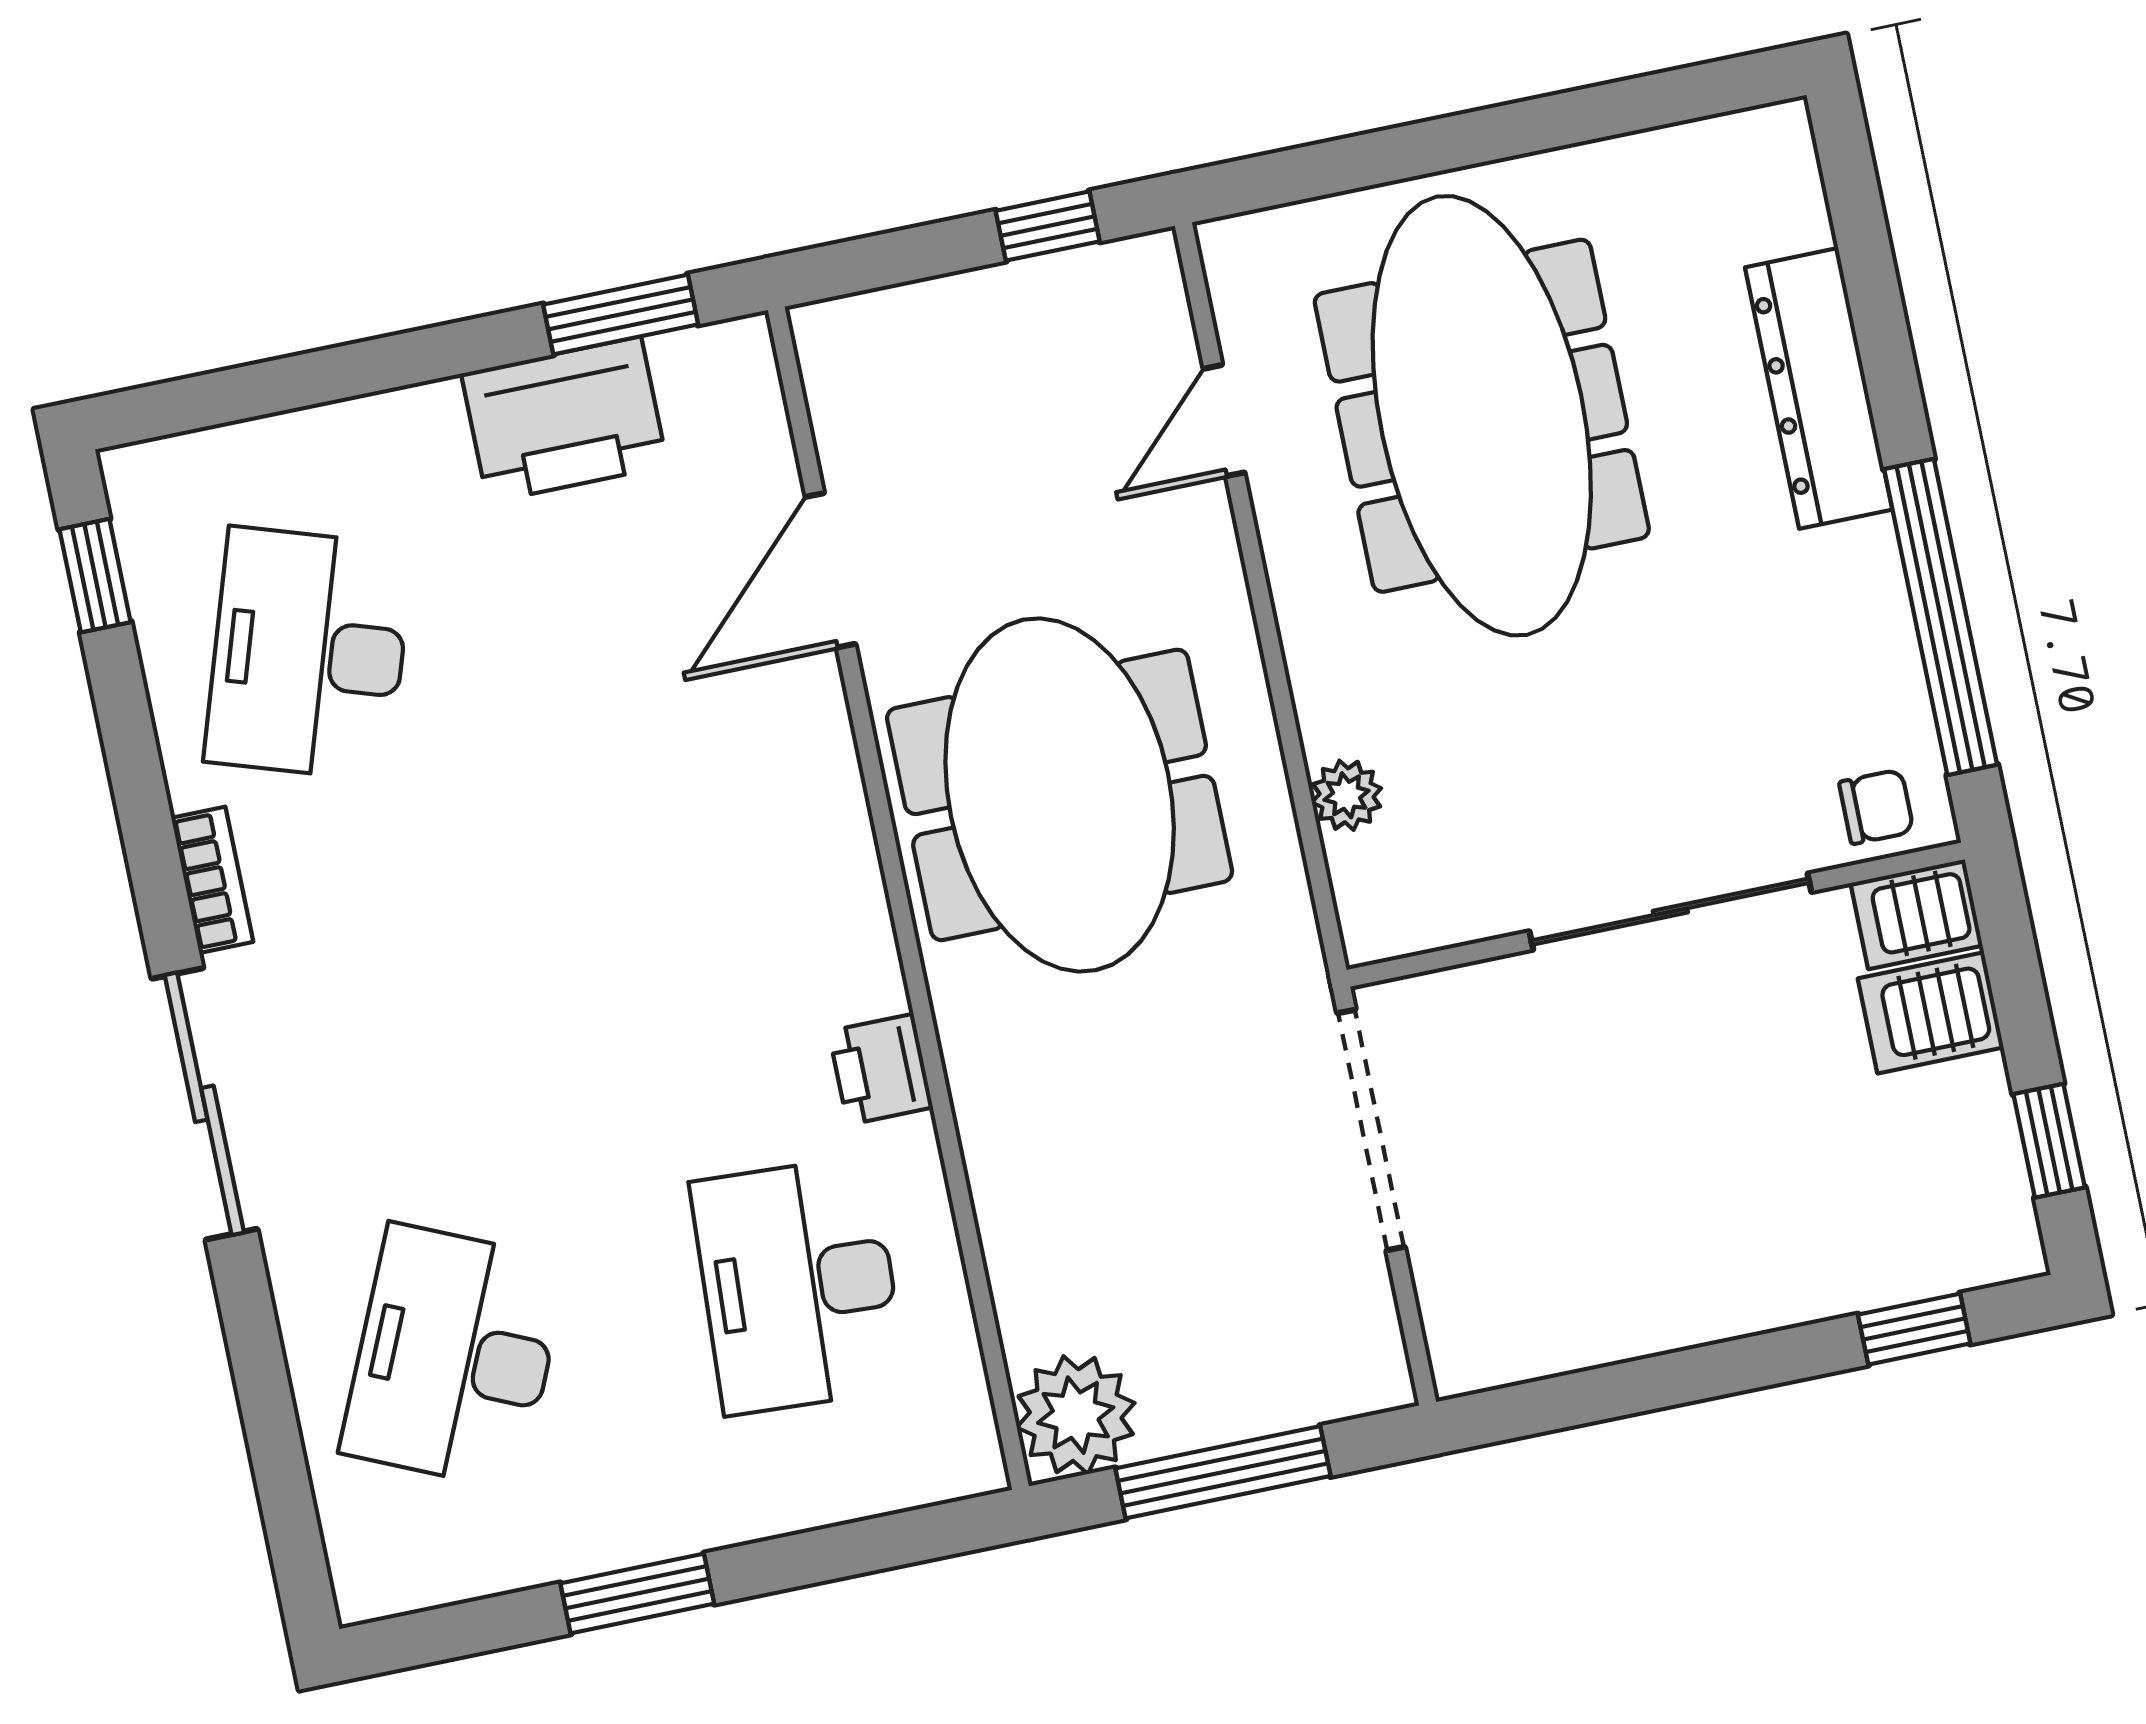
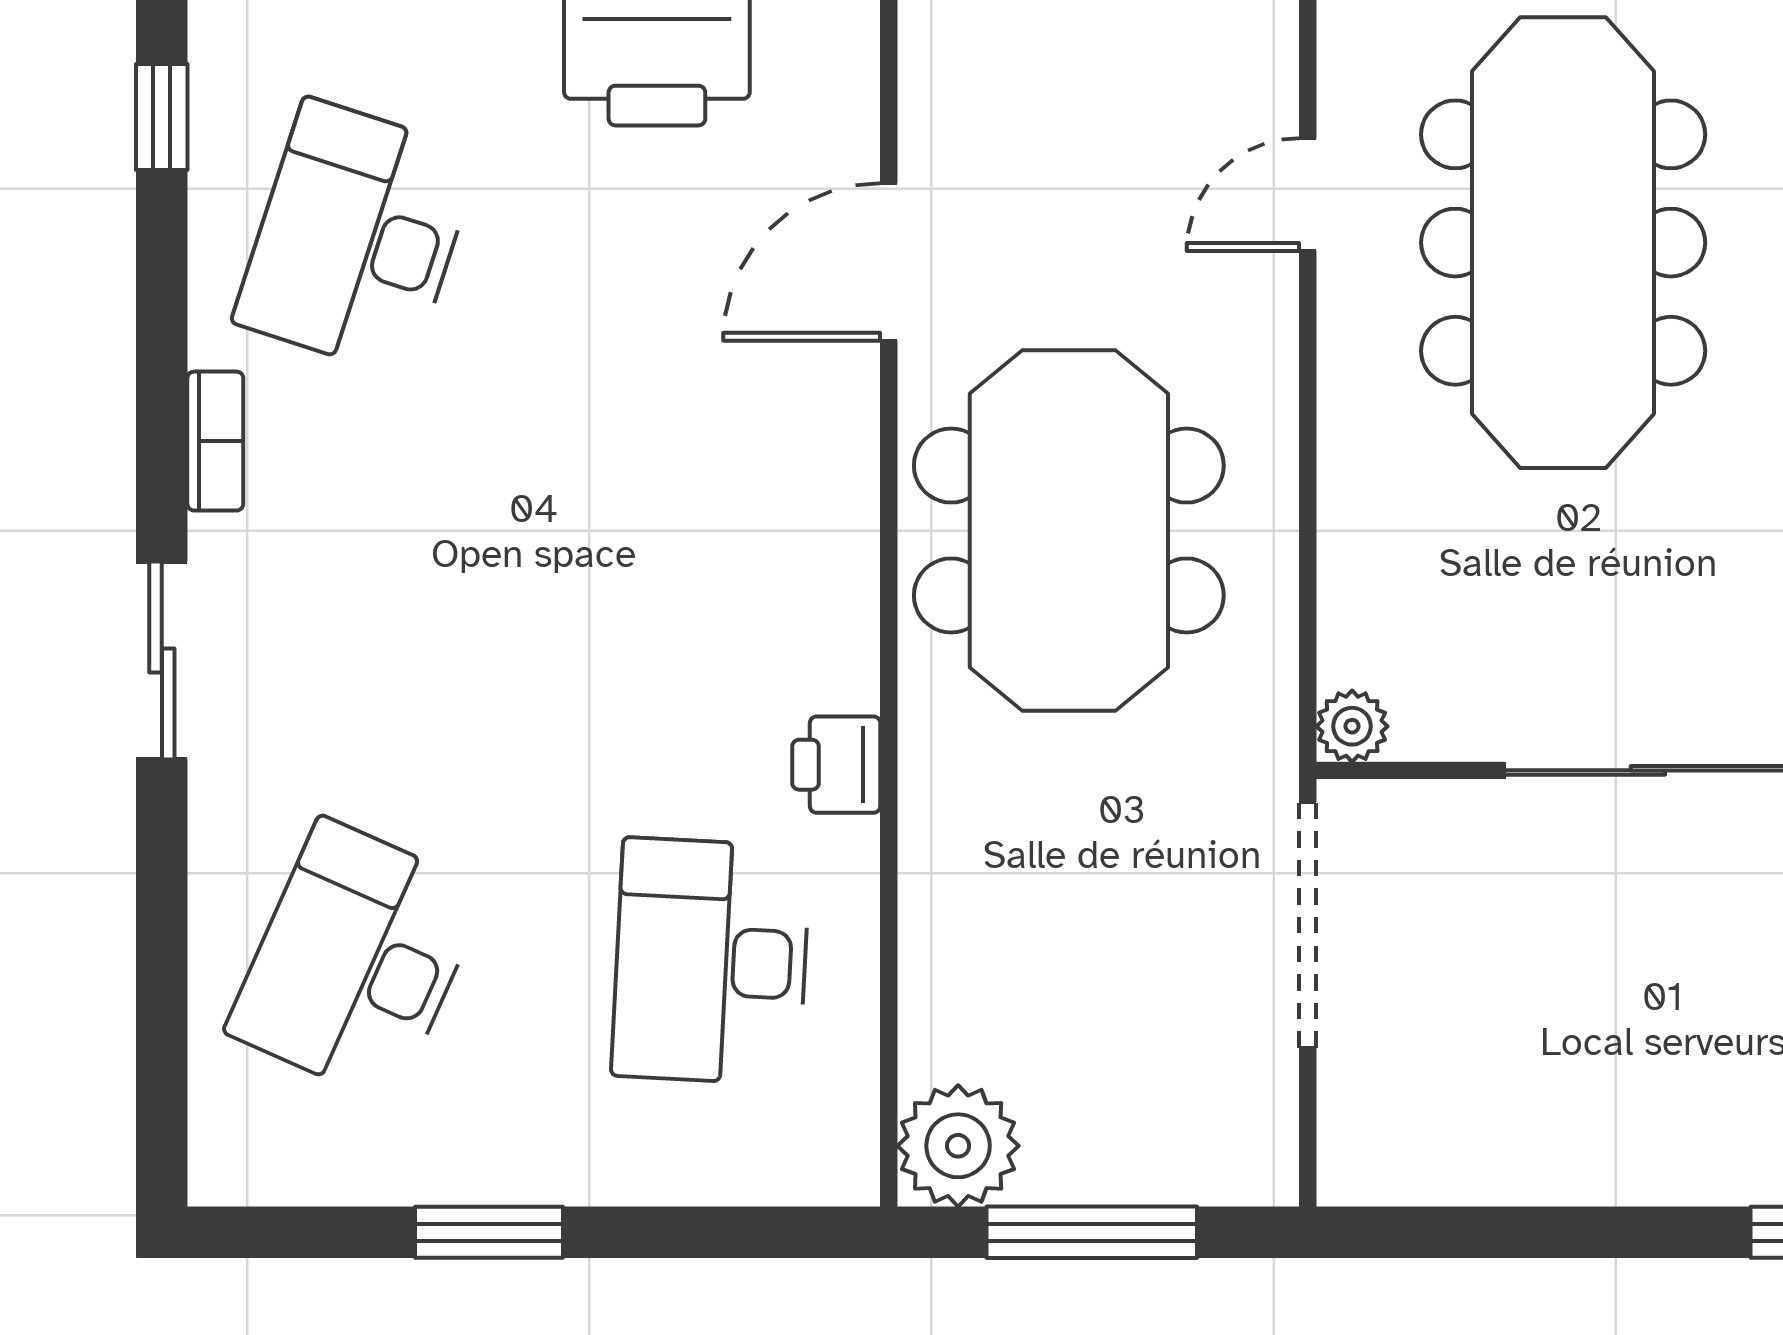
plant: (1347, 795) -> (1352, 726), moved
sliding door: (204, 1104) -> (162, 660), width x0.73

